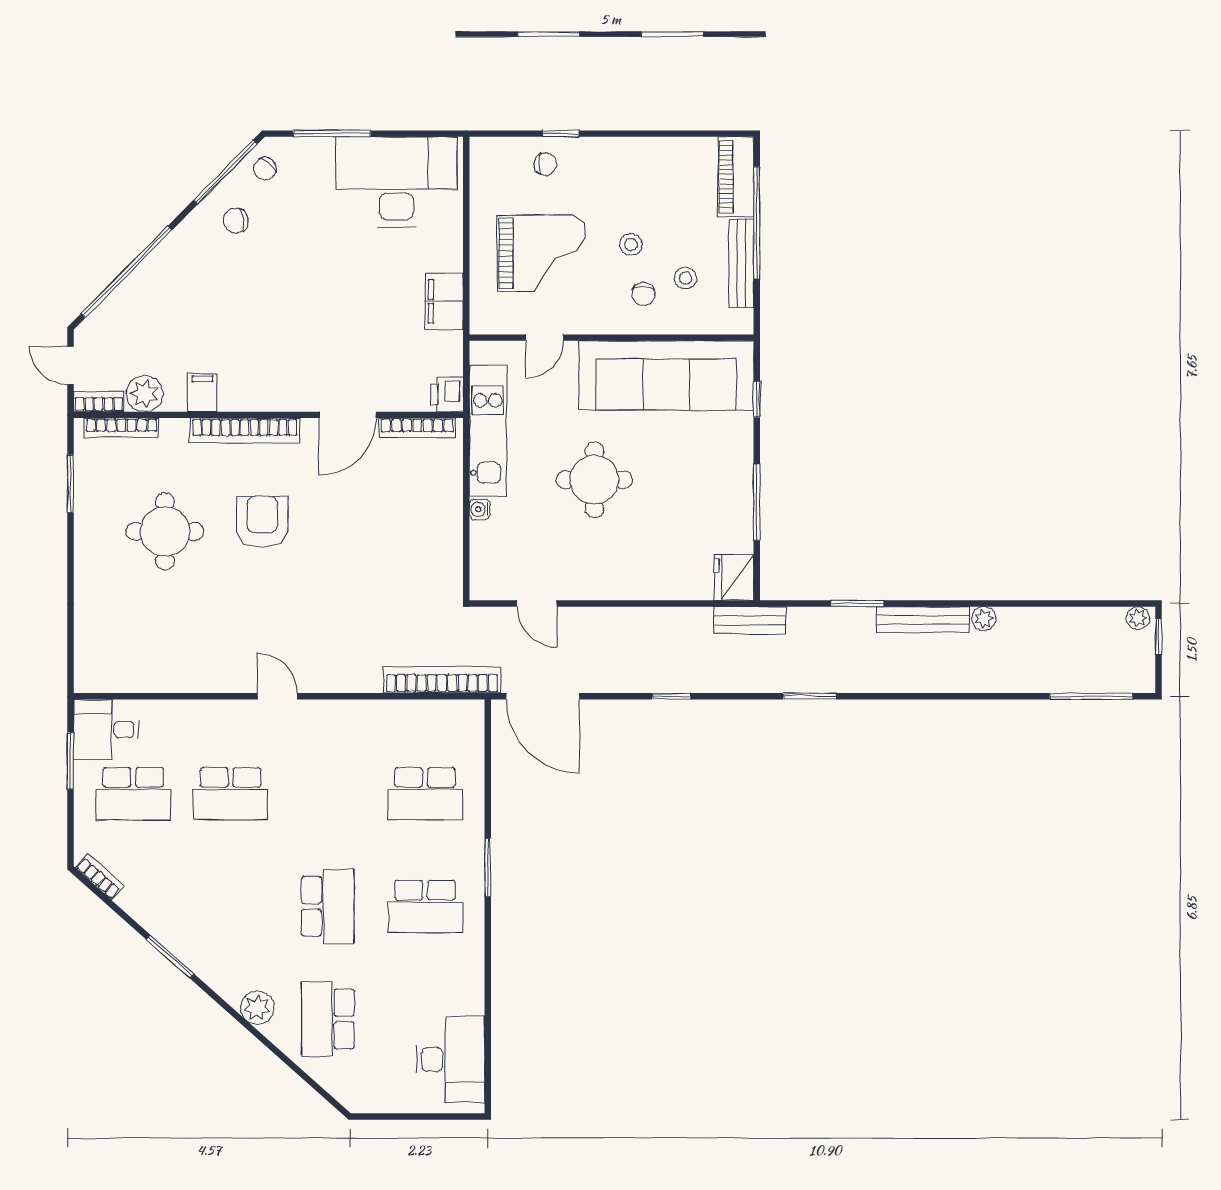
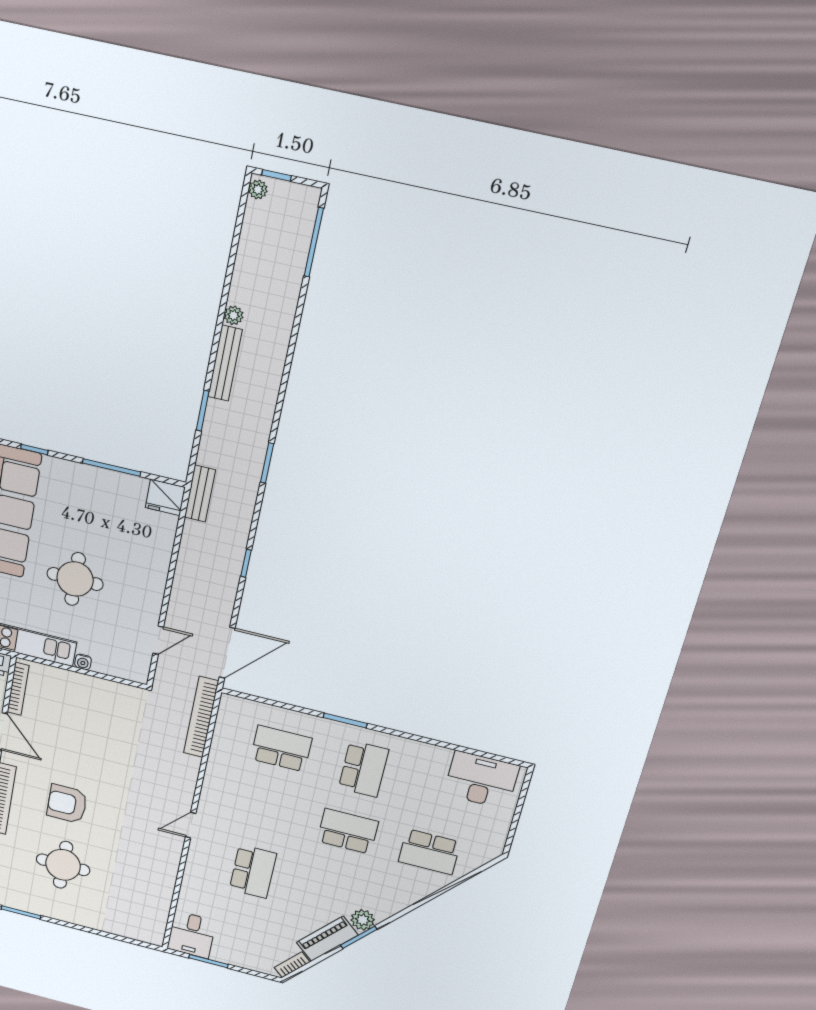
school desk: (133, 794) -> (239, 930), removed
school desk: (425, 794) -> (281, 749), turned -90
piano: (155, 915) -> (327, 939), added
plant: (257, 1008) -> (363, 920), moved

